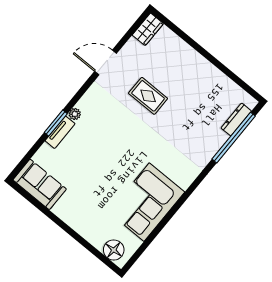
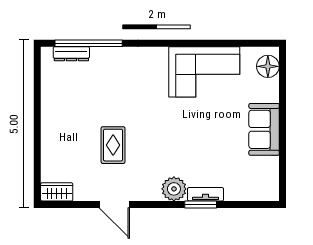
plant: (75, 114) -> (174, 189), width x1.87, depth x1.87
sofa: (40, 184) -> (264, 129), moved

